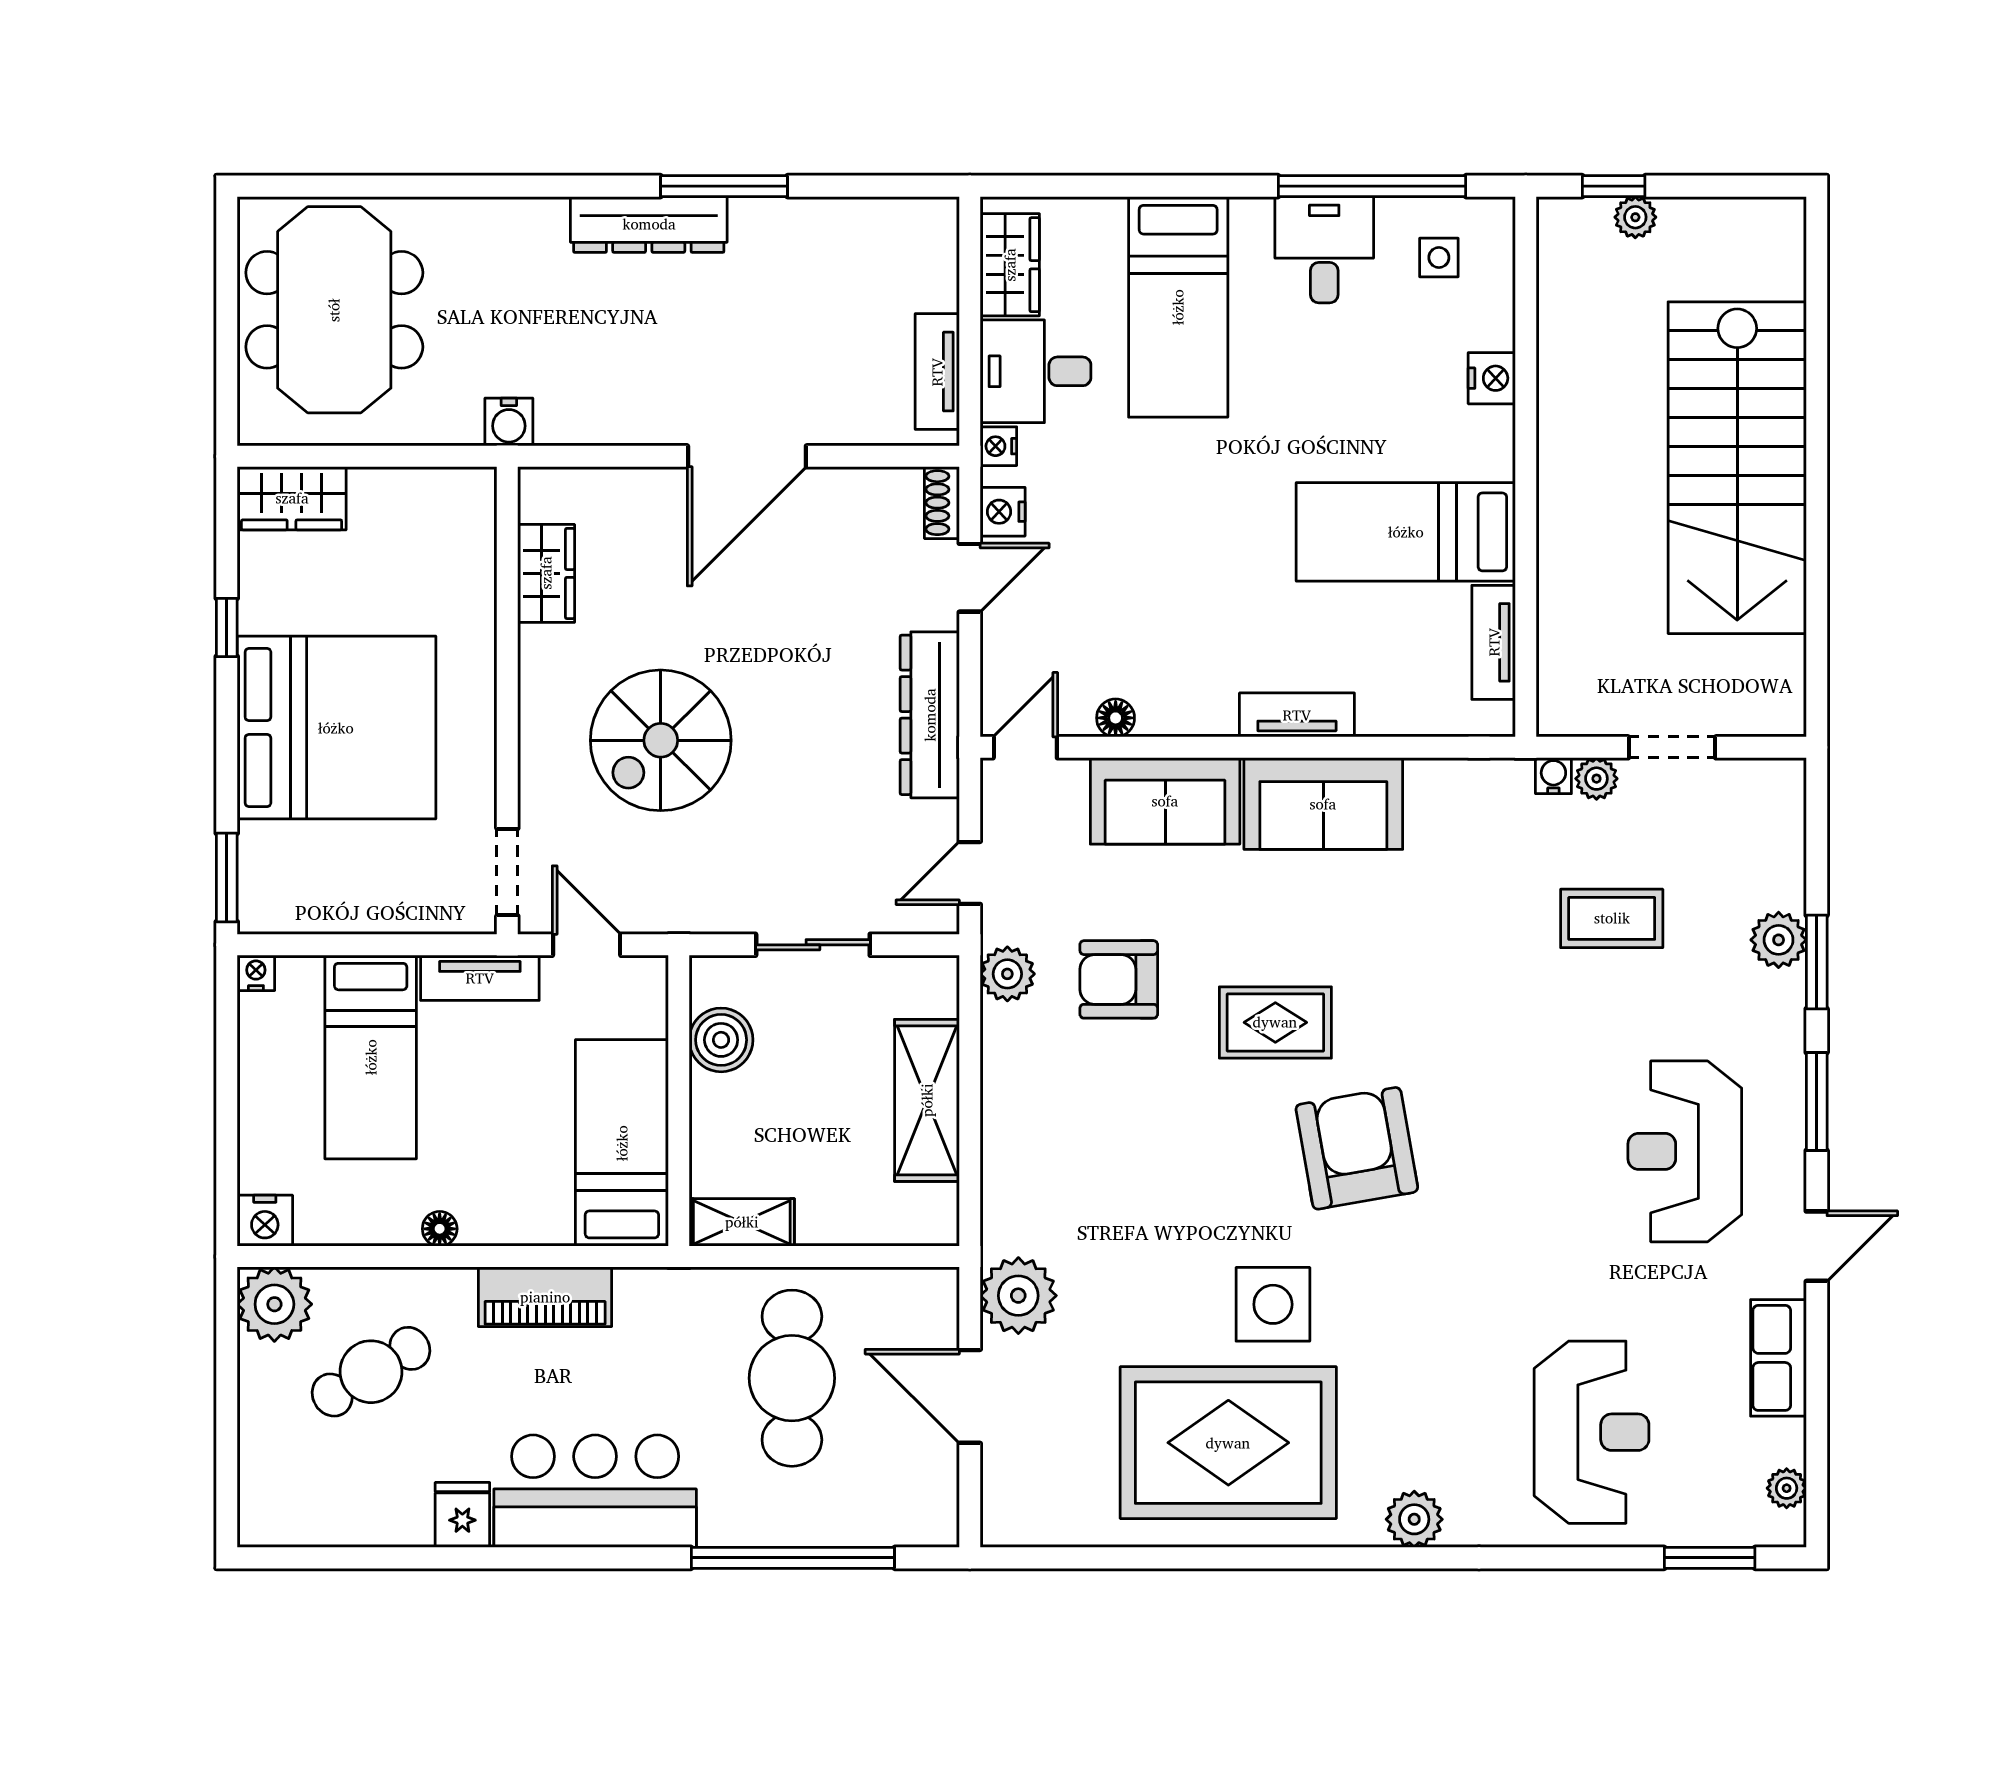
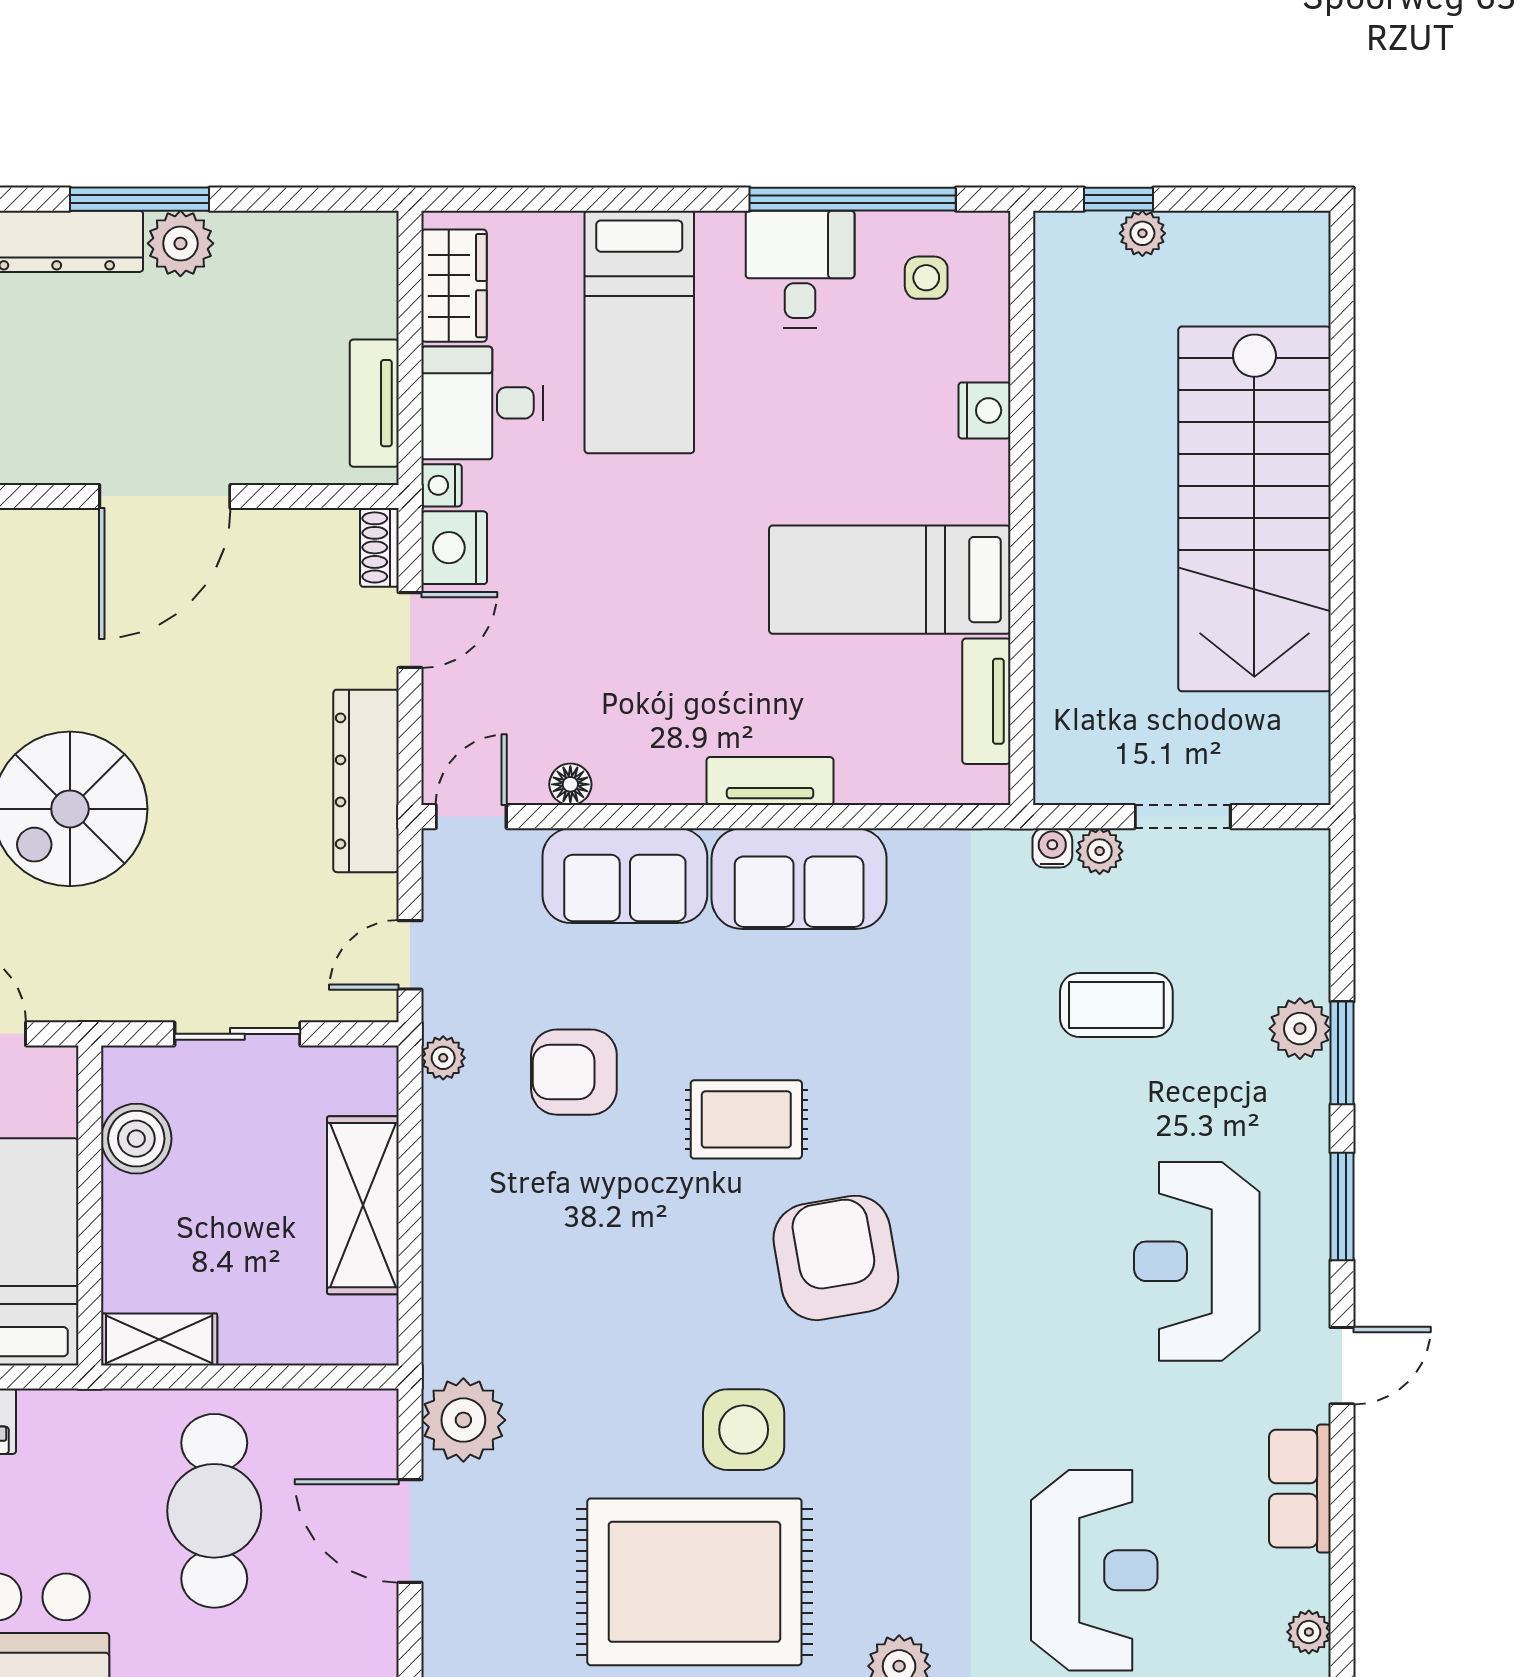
plant: (761, 226) -> (180, 243), added
nightstand: (1003, 512) -> (454, 548), width x1.36, depth x1.33
plant: (1007, 974) -> (443, 1058), width x0.73, depth x0.73

